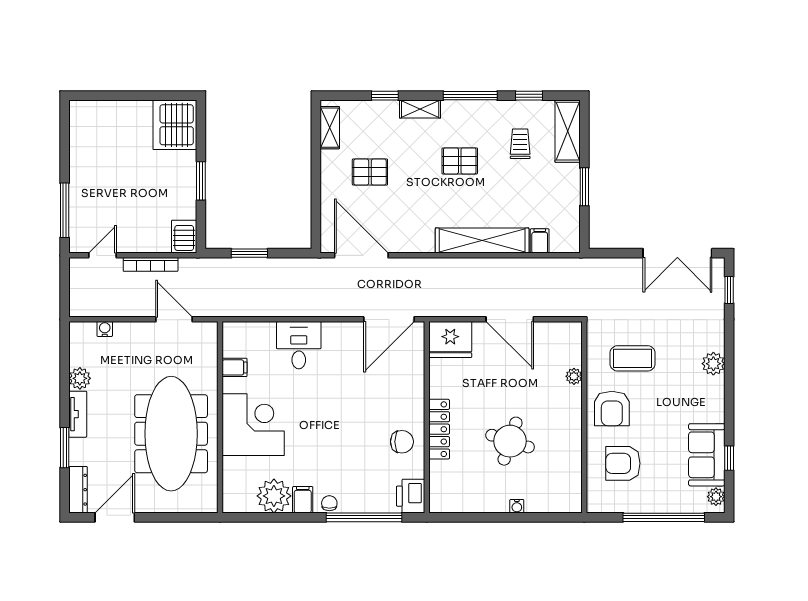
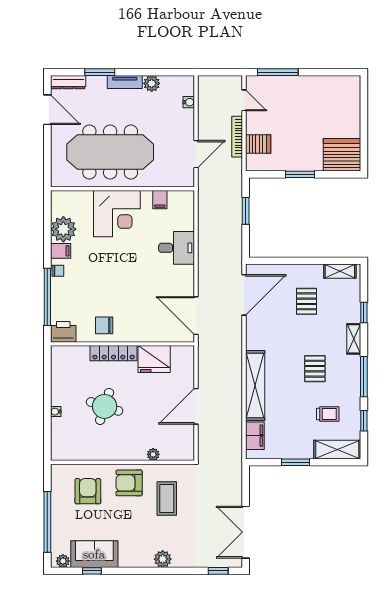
server rack: (184, 237) -> (258, 144), moved
filing cabinet: (540, 241) -> (255, 436), width x2.00
fridge: (450, 340) -> (154, 359), moved, turned -90
chair: (402, 442) -> (104, 325), turned 90

